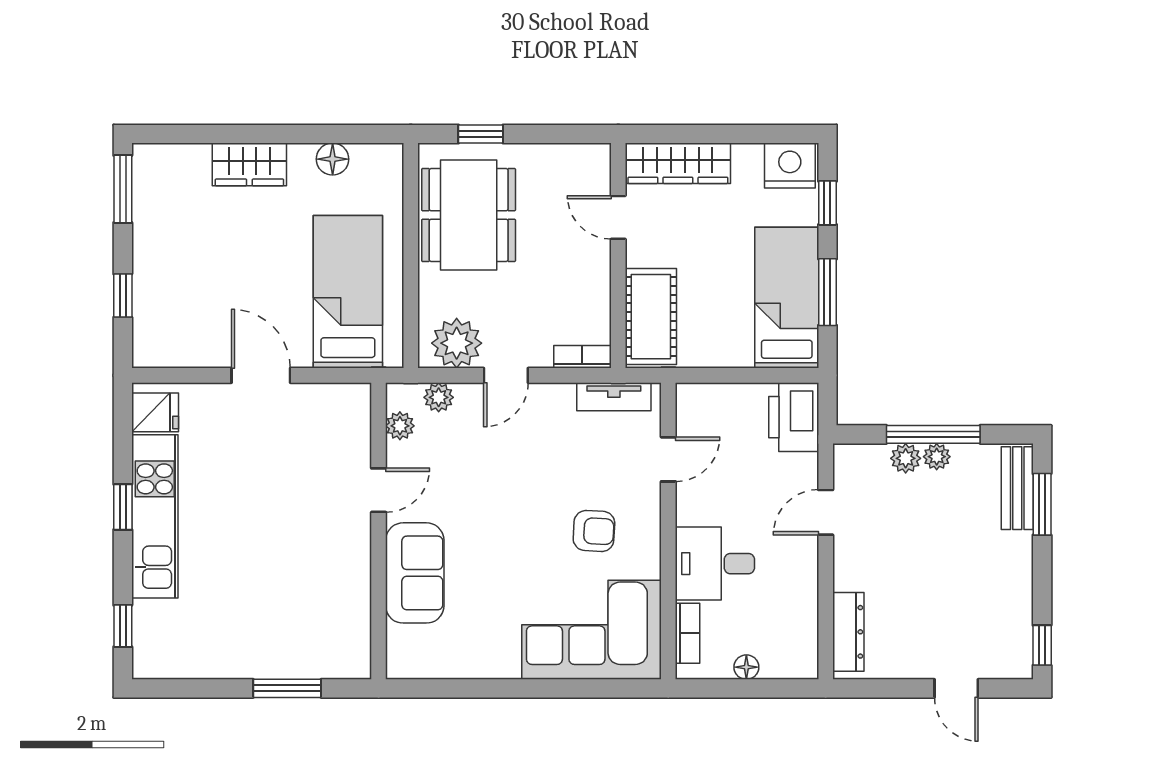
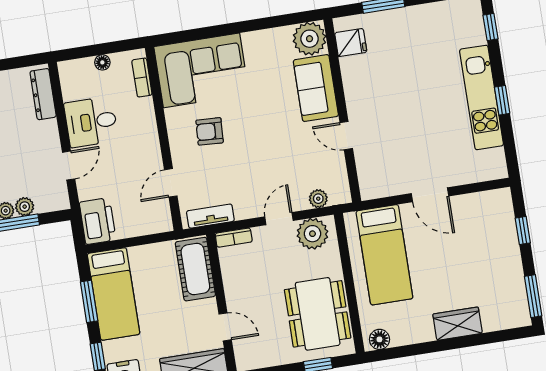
floor lamp: (333, 159) -> (379, 339), moved
fridge: (155, 412) -> (351, 43), moved, turned 180
plant: (400, 426) -> (310, 39), moved, width x1.87, depth x1.87
door: (379, 490) -> (346, 136), hinge flipped
desk: (715, 564) -> (91, 122), moved, turned 180

